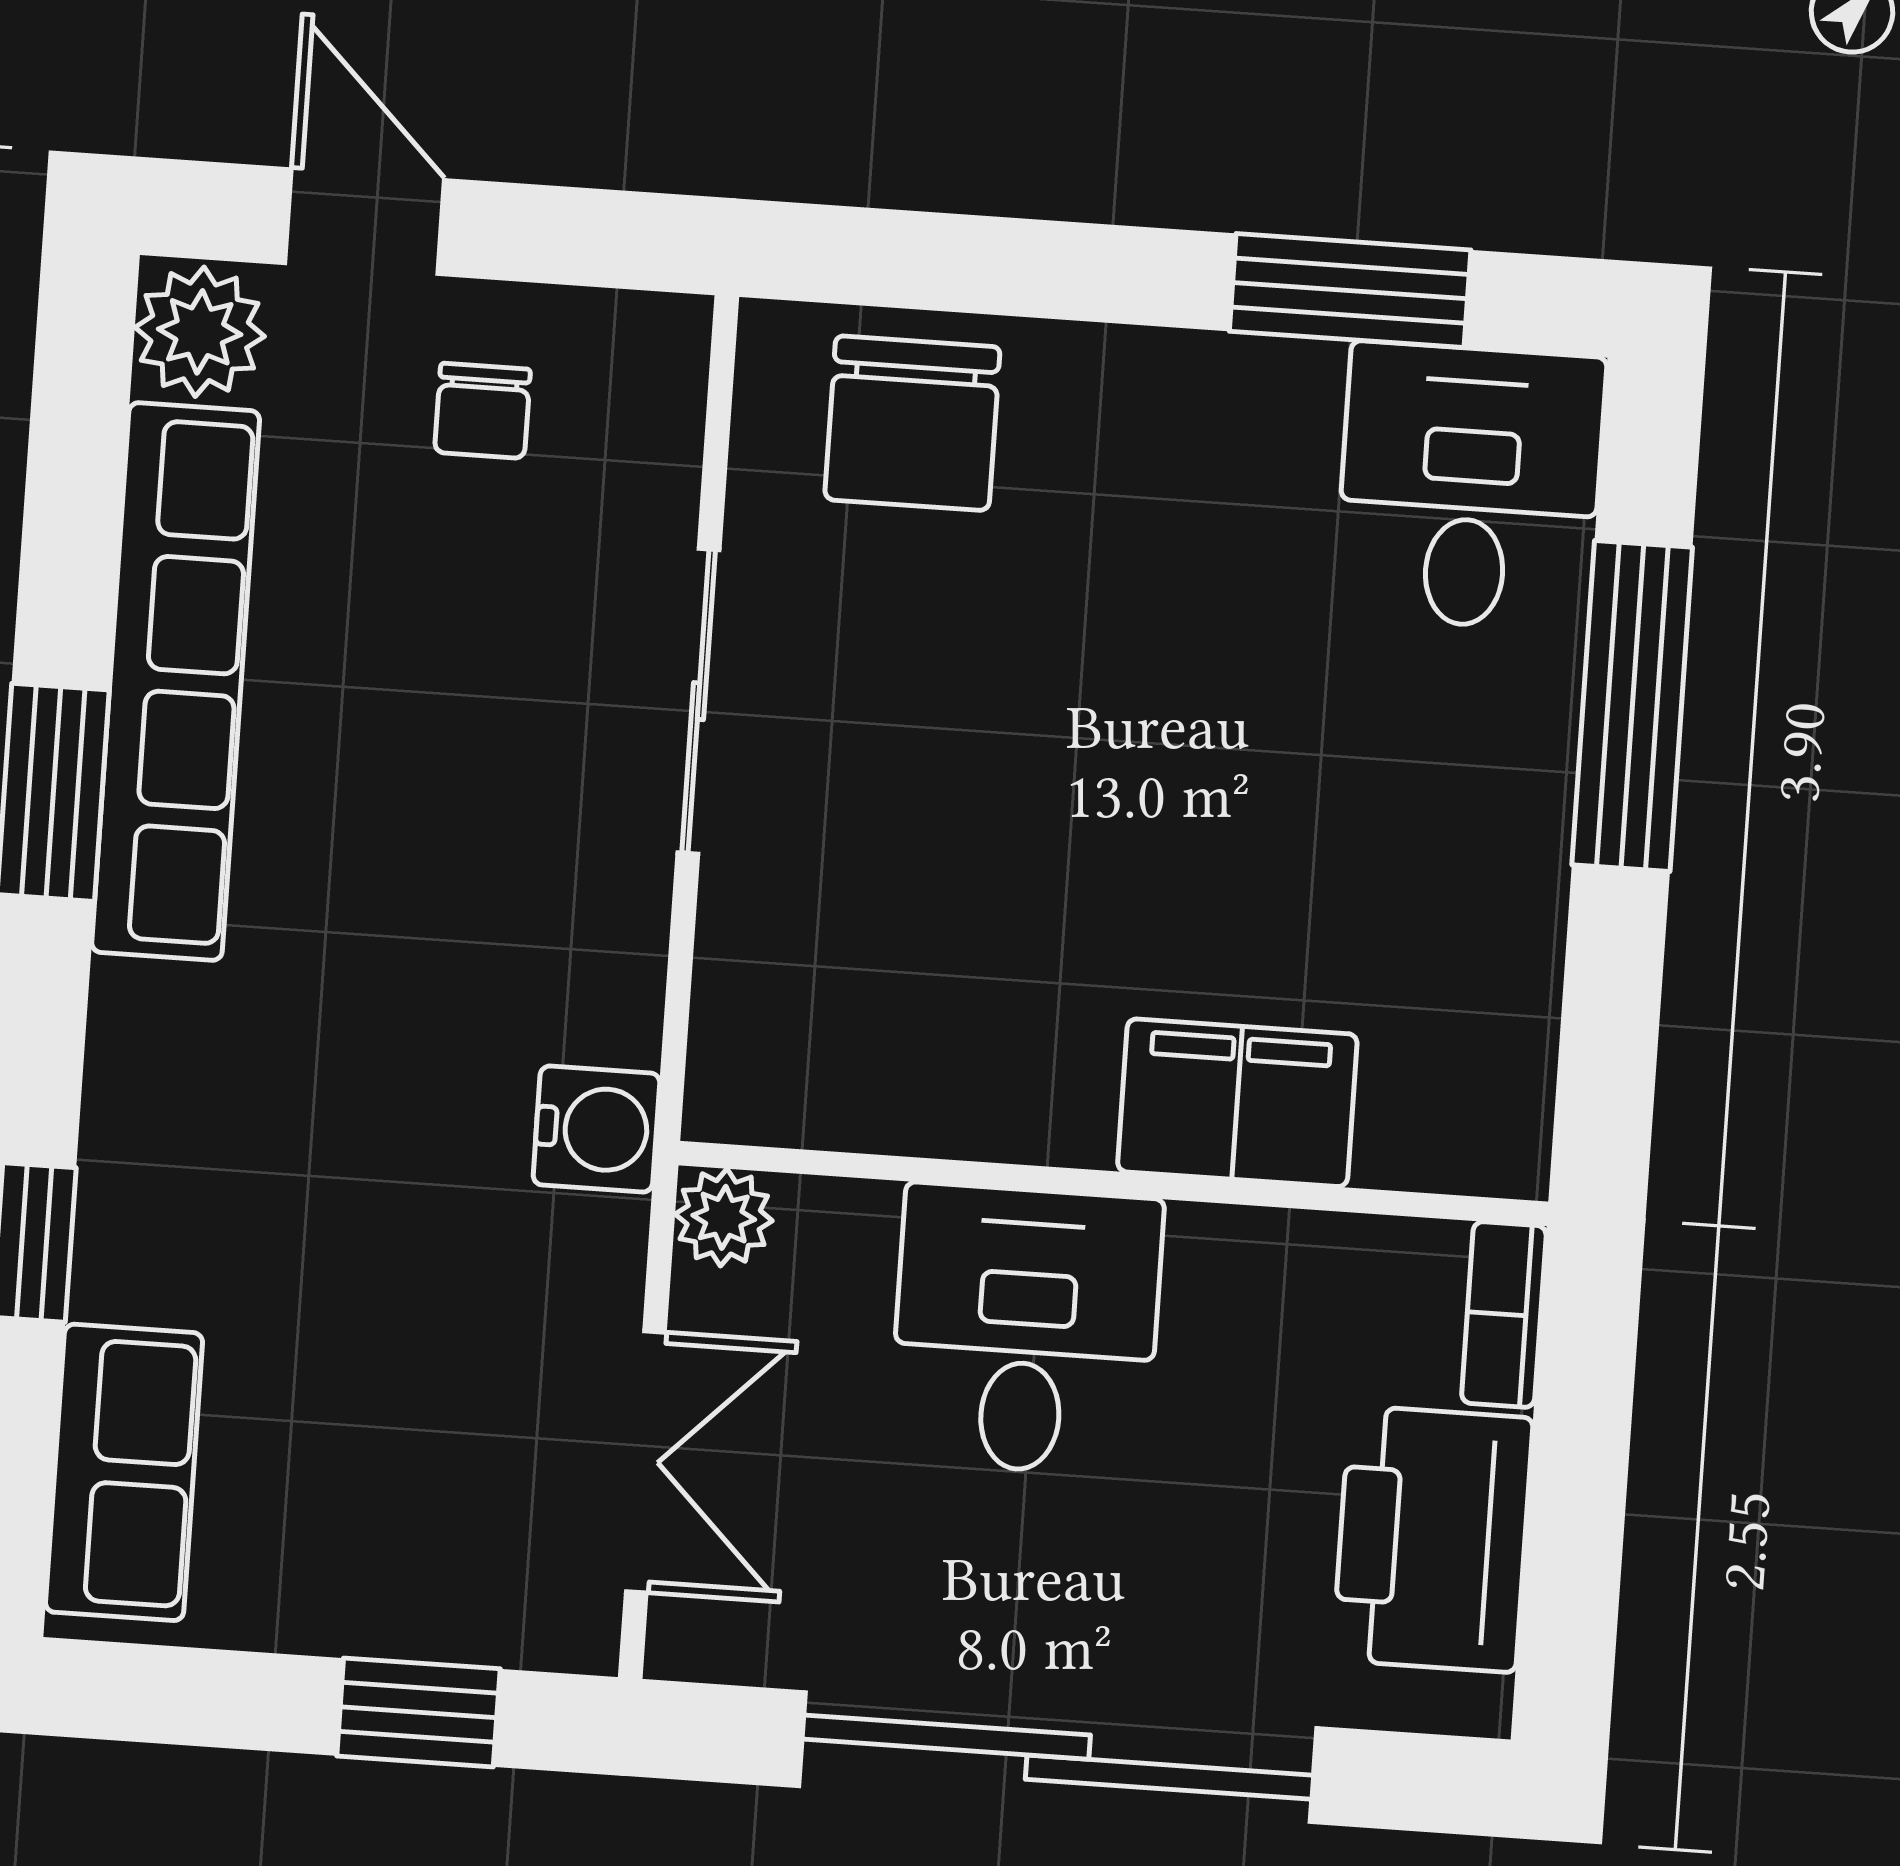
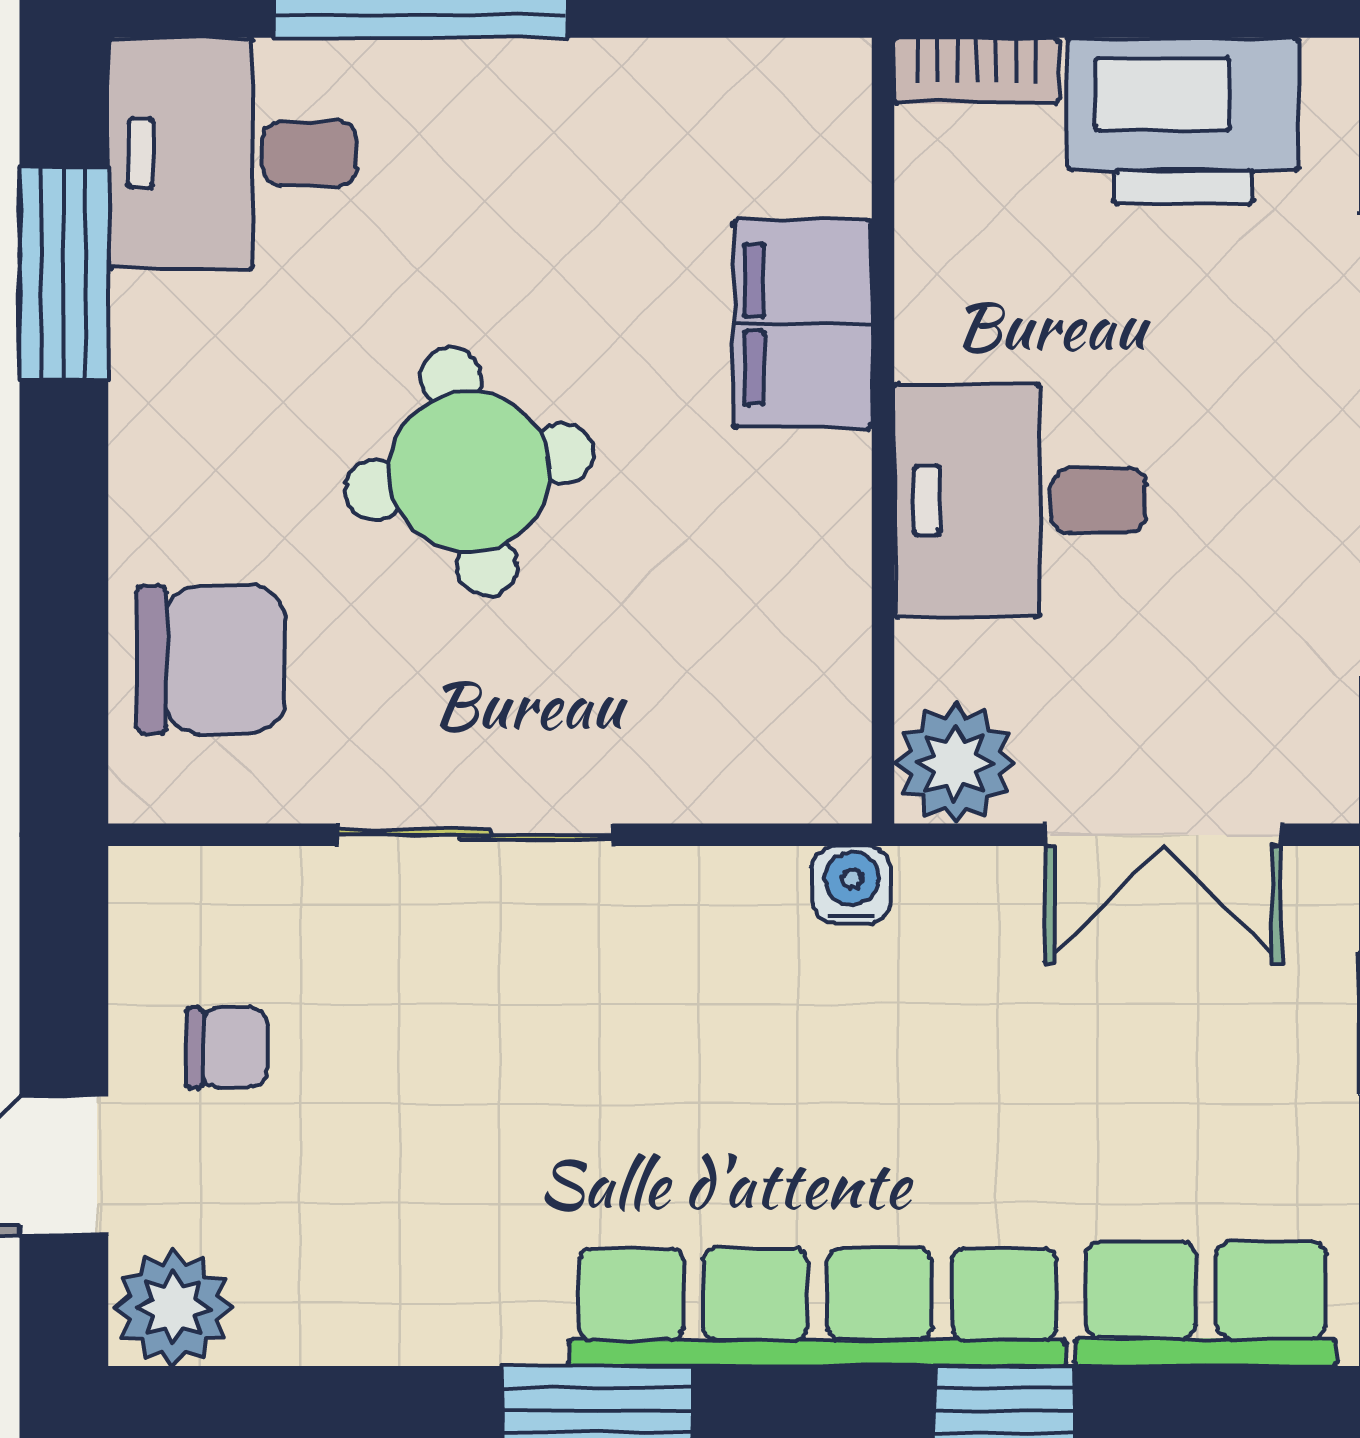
row of seats: (176, 681) -> (818, 1307), moved
round table: (1100, 723) -> (469, 472), added
water cooler: (596, 1129) -> (852, 885), width x0.72, depth x0.72
plant: (724, 1217) -> (955, 763), width x1.38, depth x1.38
double door: (645, 1462) -> (1163, 835), swing flipped

